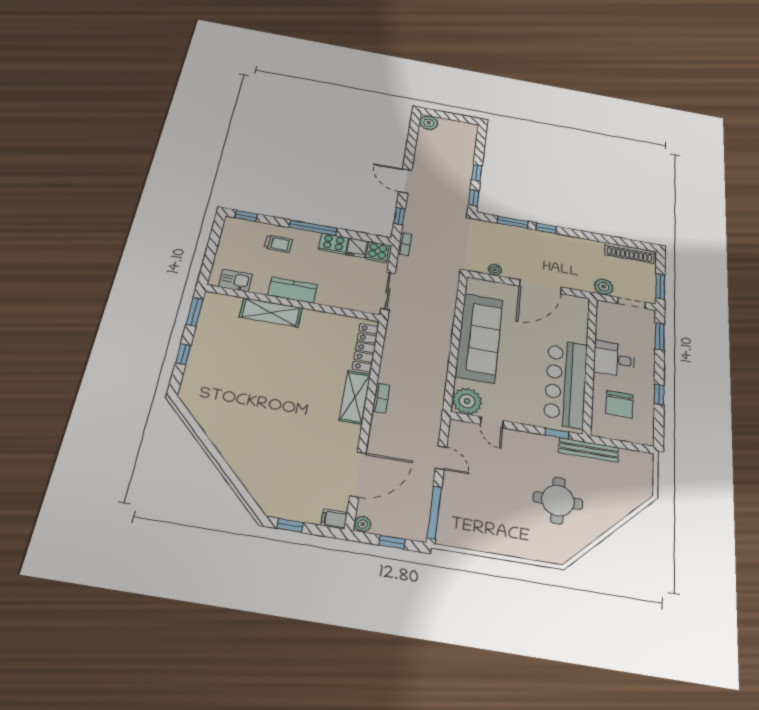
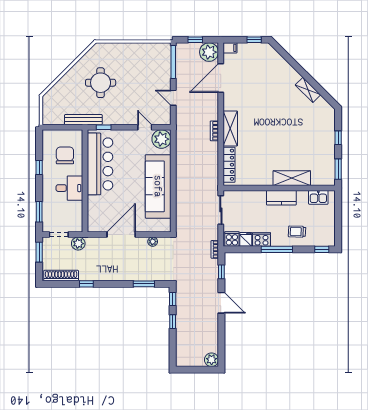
window: (546, 228) -> (86, 284), moved
shelving: (215, 432) -> (308, 90), added
plant: (363, 524) -> (209, 52), width x1.87, depth x1.87

